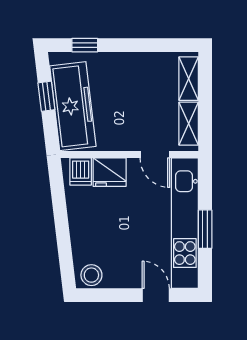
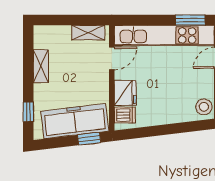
shelving: (189, 79) -> (41, 66), moved, turned 90
window: (46, 96) -> (89, 139), moved
window: (205, 229) -> (190, 20), moved

